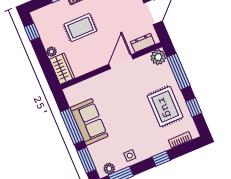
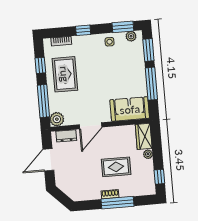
sofa: (89, 122) -> (130, 109), moved, turned 90

